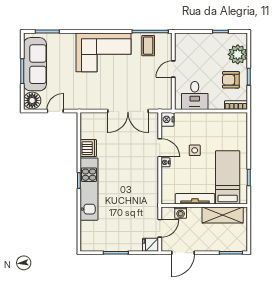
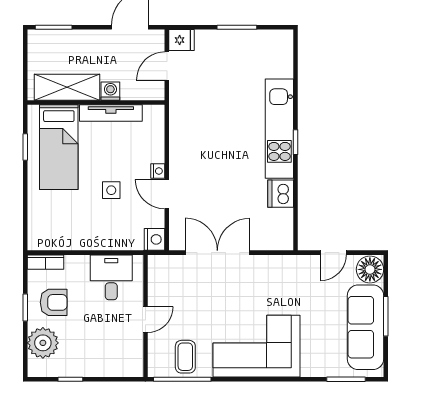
washing machine: (181, 213) -> (110, 91), moved

